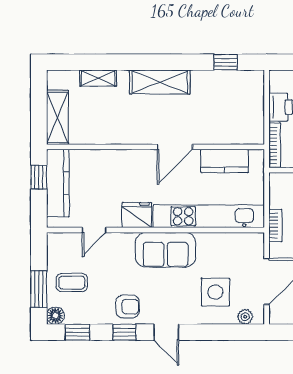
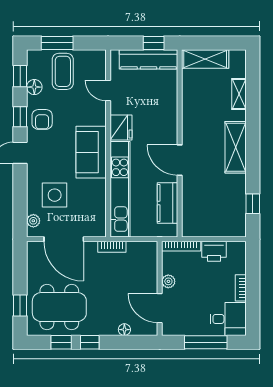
coffee table: (72, 283) -> (63, 71), width x1.36, depth x1.30
floor lamp: (55, 316) -> (34, 87), moved

